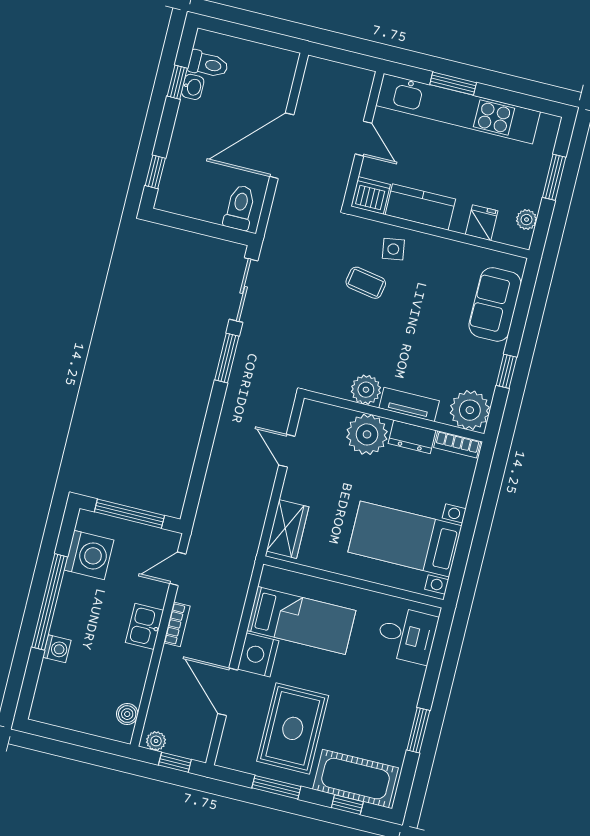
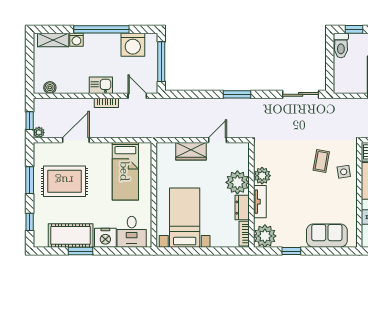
toilet: (240, 208) -> (341, 45), moved, turned 90
window: (227, 358) -> (237, 94), moved
wardrobe: (288, 529) -> (191, 151), moved
nightstand: (258, 655) -> (105, 238), moved, turned 180
shelving: (48, 689) -> (53, 40), added
plant: (156, 741) -> (39, 132), moved
cot: (356, 779) -> (71, 235), moved, turned 90

